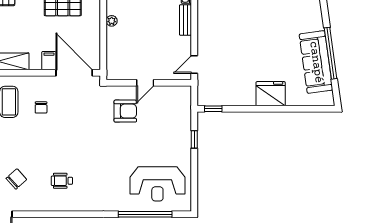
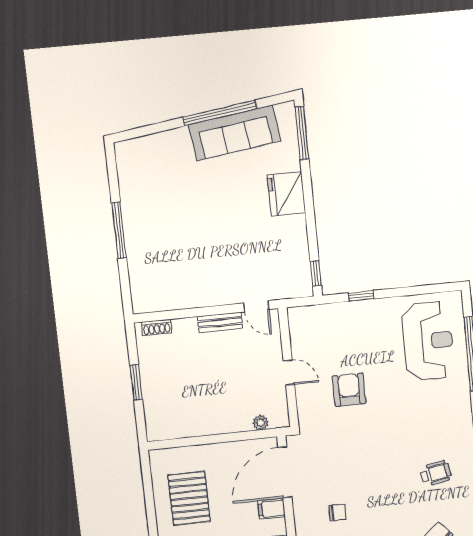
bench: (185, 20) -> (220, 322), moved
plant: (112, 21) -> (261, 423), moved
window: (312, 109) -> (302, 133), added
armchair: (125, 111) -> (349, 390), moved
wheelchair: (62, 181) -> (436, 473), turned -100

